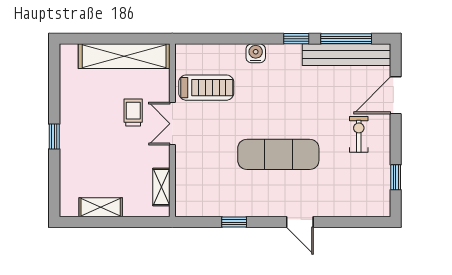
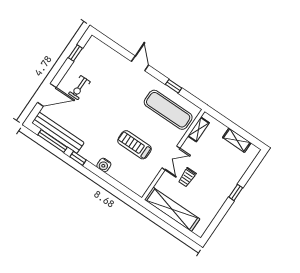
treadmill: (206, 88) -> (134, 145), moved
exercise mat: (278, 154) -> (168, 110), moved

